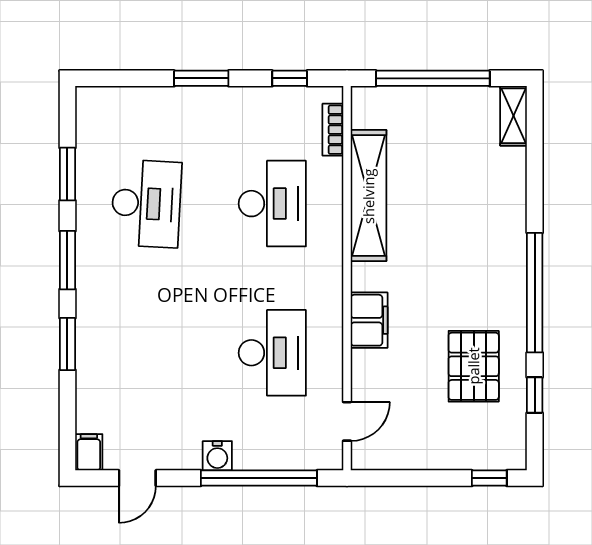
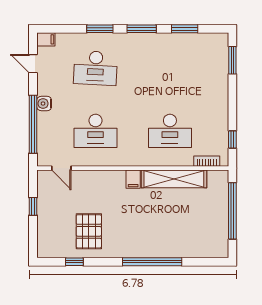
window: (201, 78) -> (232, 60), moved
shelving: (514, 116) -> (214, 251), removed
desk: (146, 204) -> (96, 68), moved
window: (535, 293) -> (152, 262), moved
filing cabinet: (369, 320) -> (133, 179), moved, width x0.50
pallet: (474, 366) -> (89, 231), turned 90
window: (489, 478) -> (33, 206), moved

